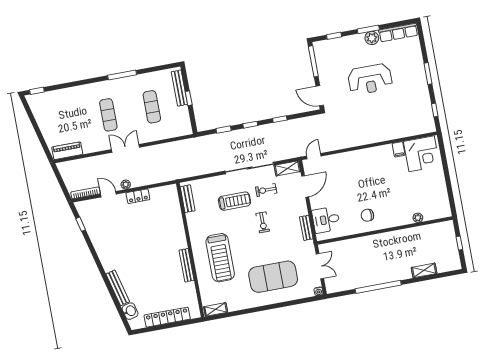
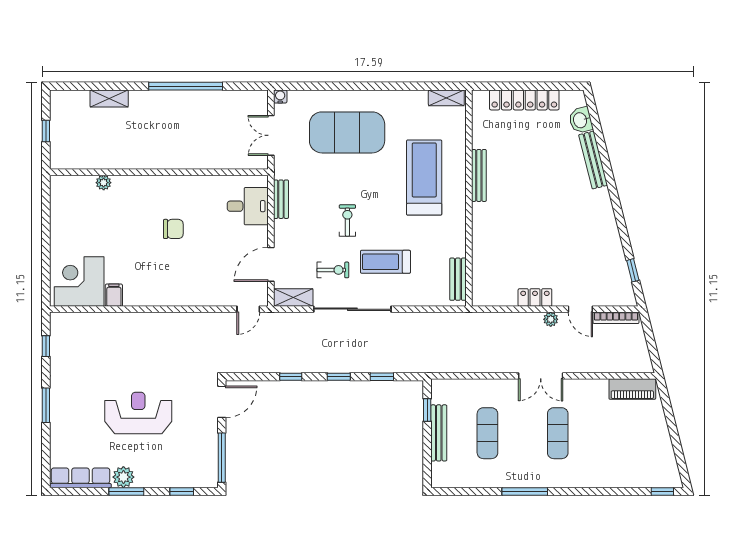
bench: (179, 88) -> (439, 433), moved
door: (320, 96) -> (222, 402), hinge flipped
window: (189, 98) -> (427, 410), moved
chair: (367, 215) -> (173, 229), moved

